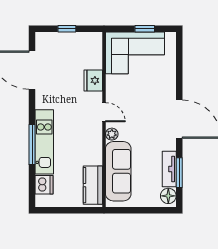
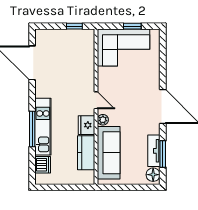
window: (67, 29) -> (74, 26), moved
fridge: (93, 80) -> (86, 125), moved
kitchen counter: (93, 185) -> (86, 153), moved

